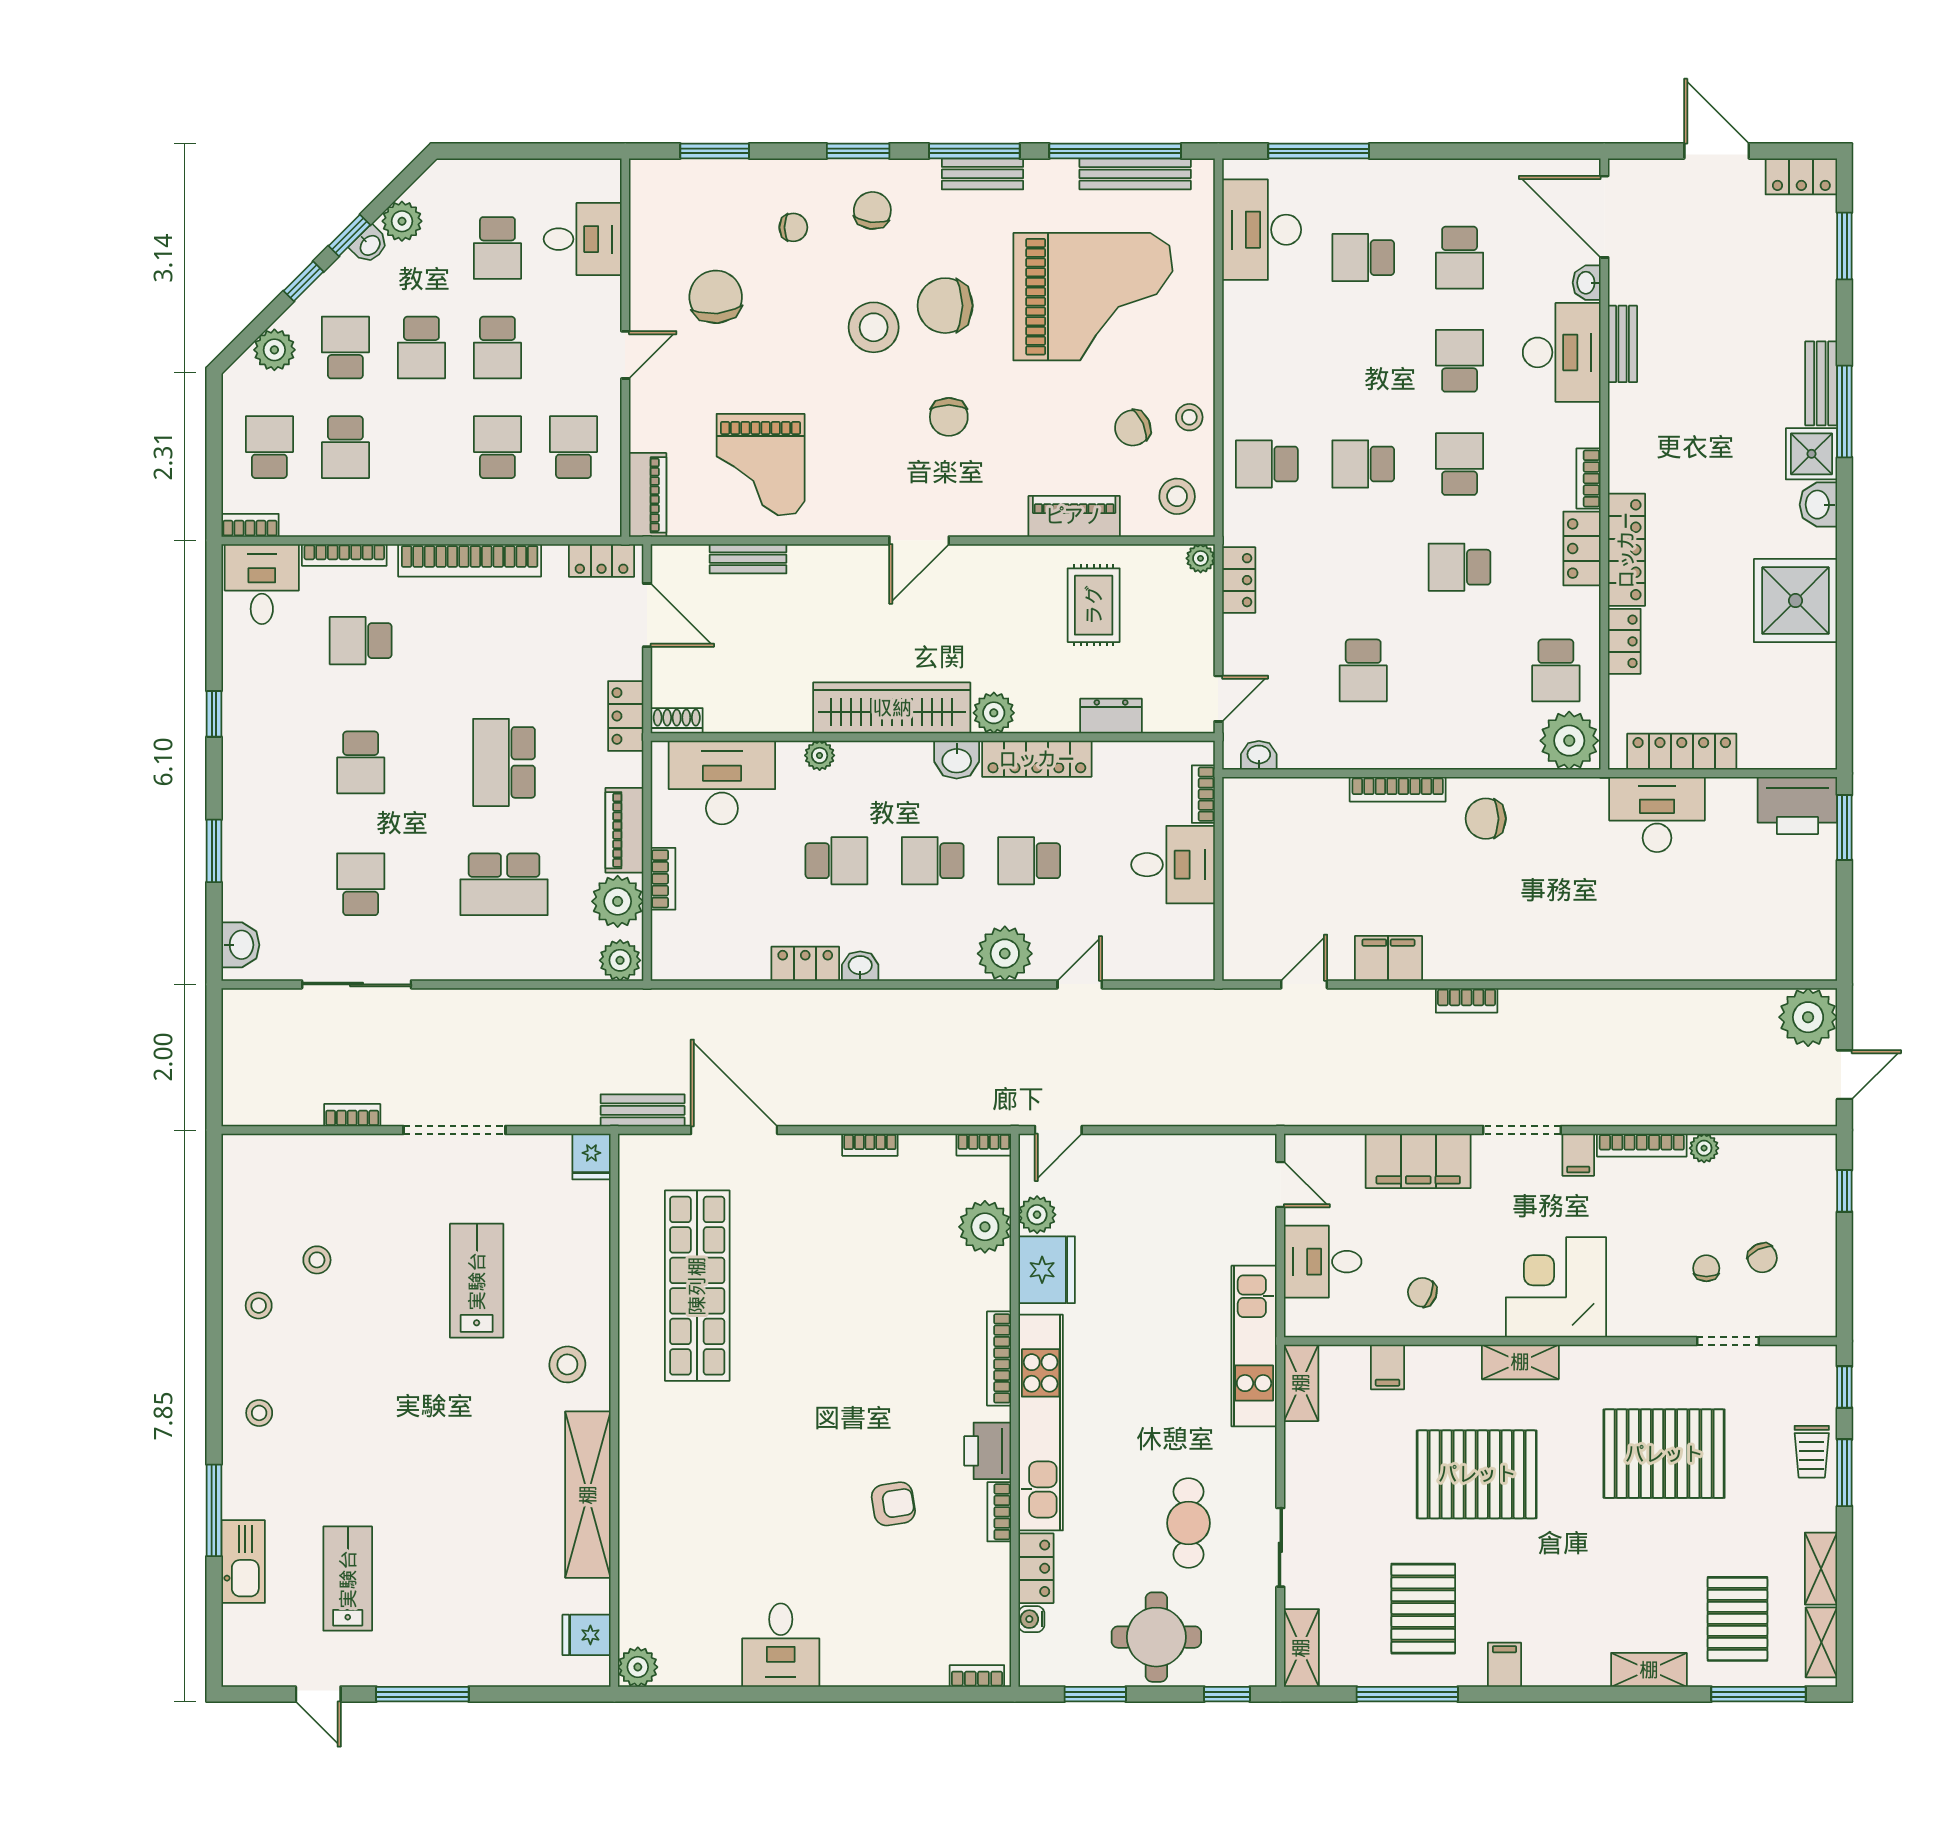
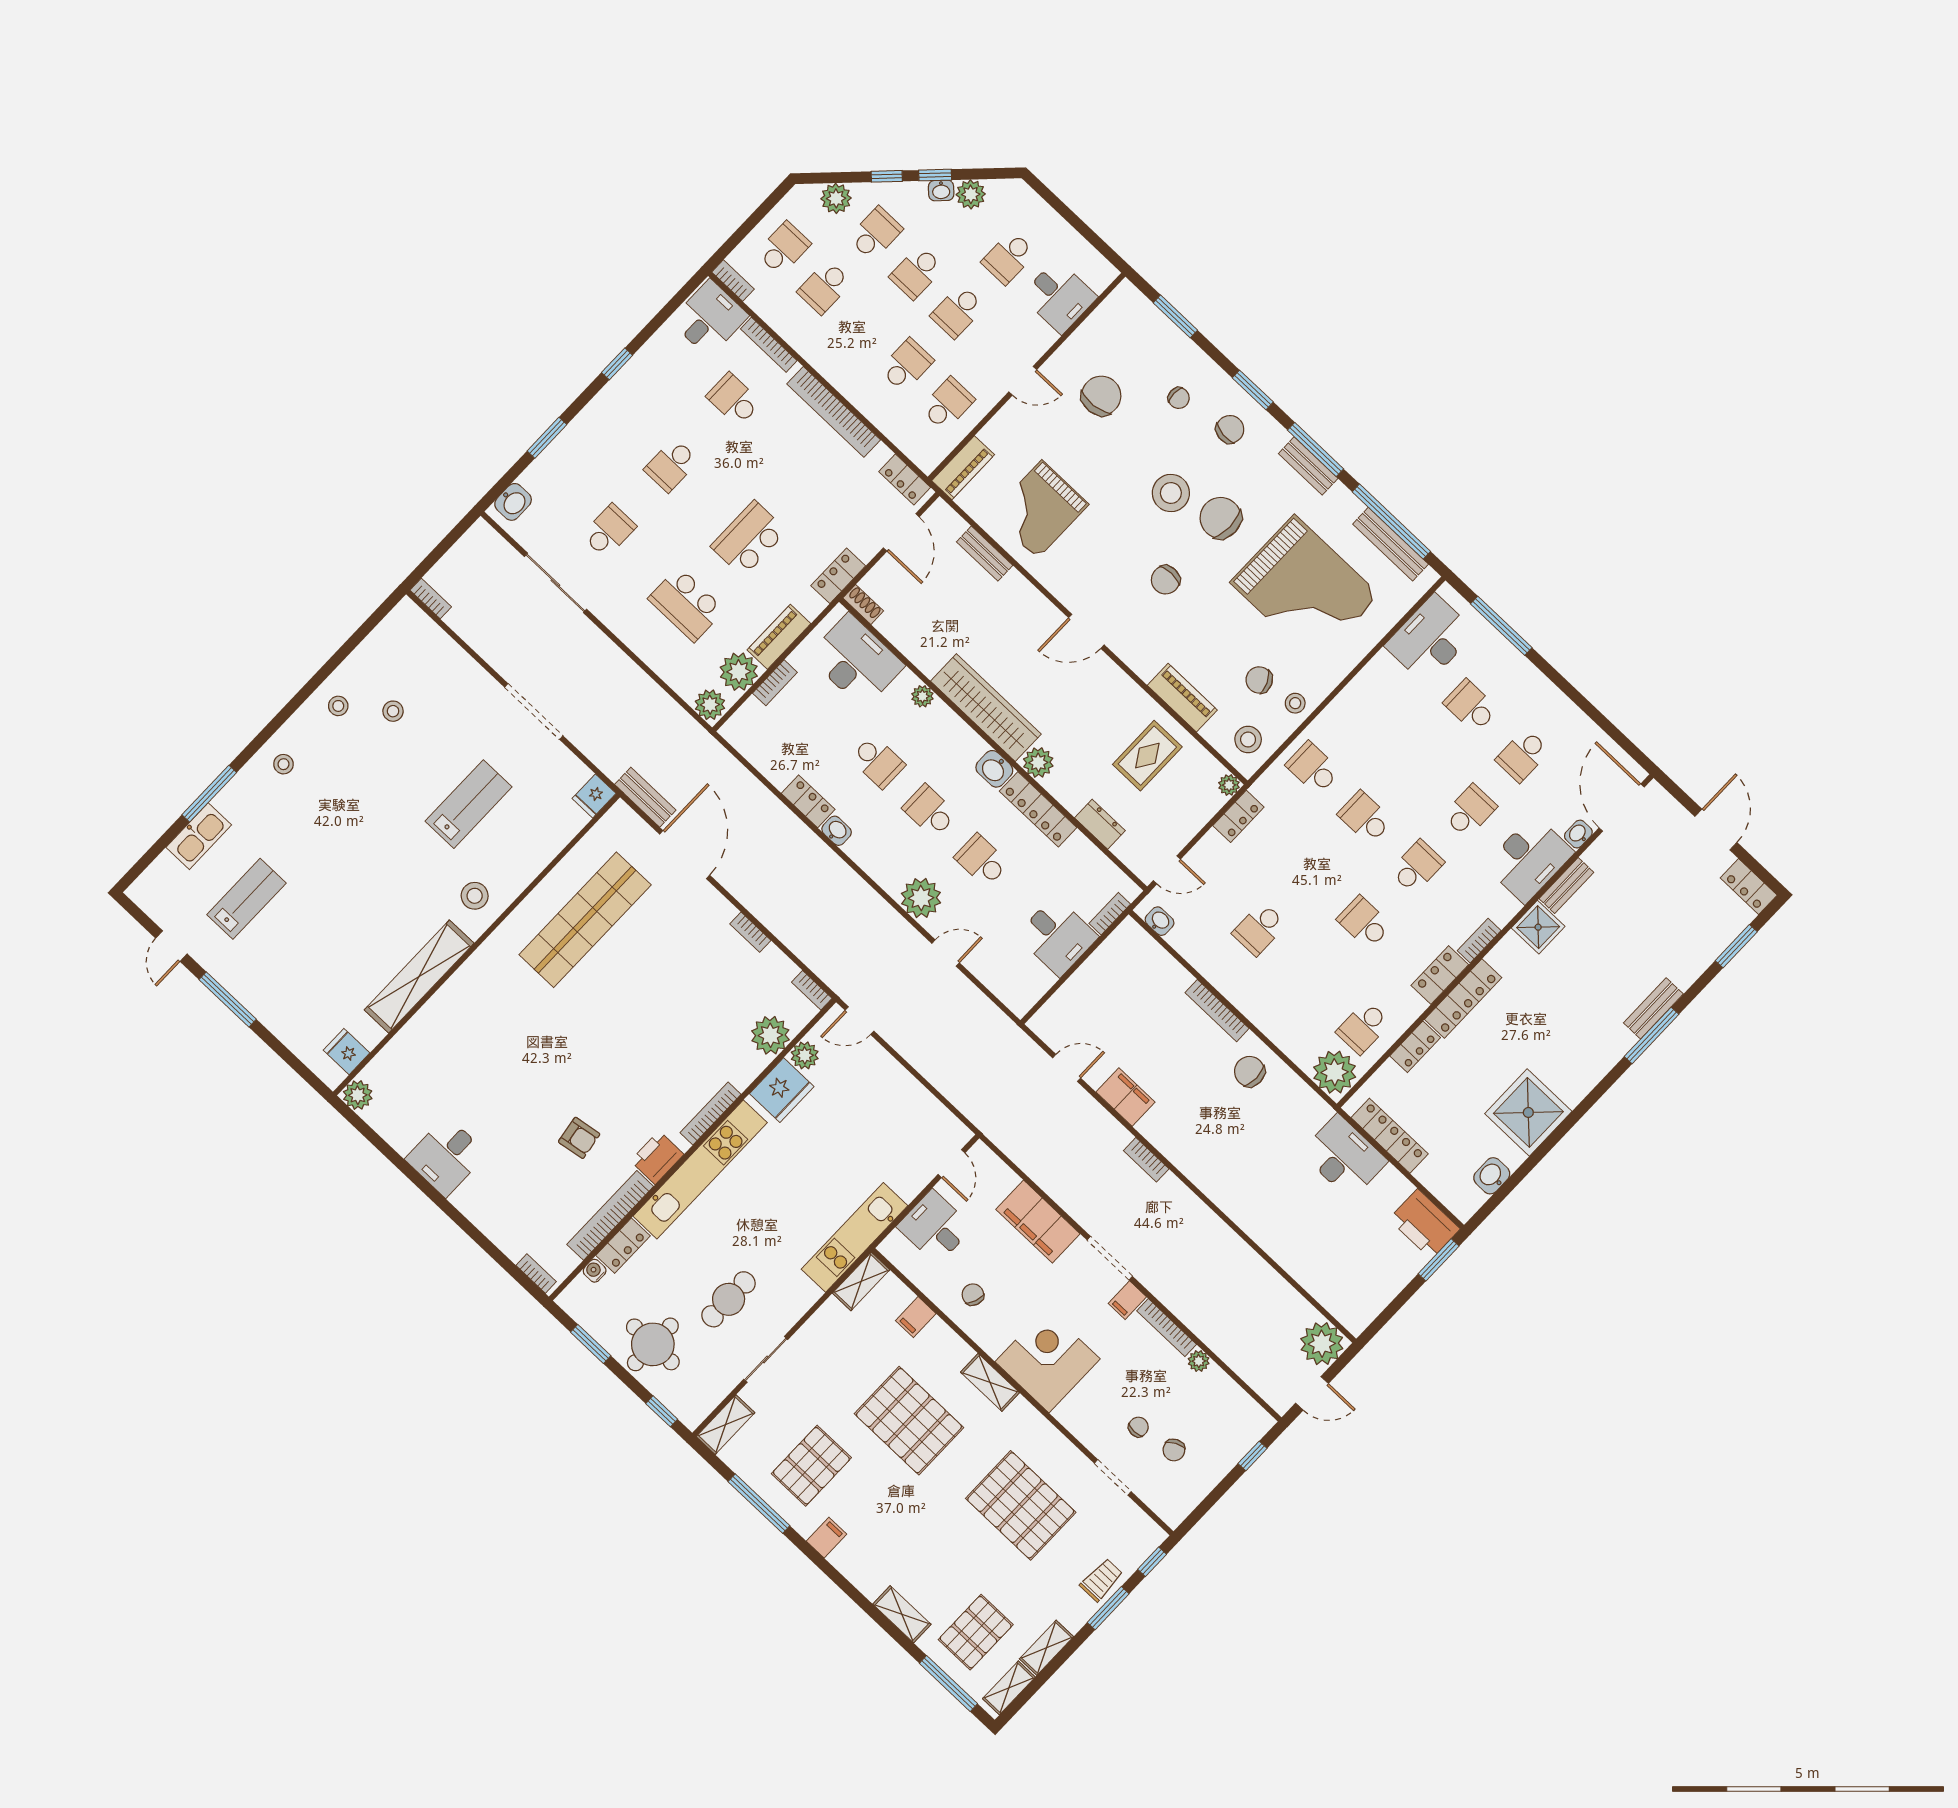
shower: (1812, 454) -> (1538, 927), moved
washbasin: (1818, 505) -> (1492, 1176), moved
bookcase: (352, 1115) -> (431, 598), moved
trolley: (1812, 1452) -> (1101, 1580), turned 180
bookcase: (999, 1512) -> (610, 1215), width x2.31, depth x1.31

